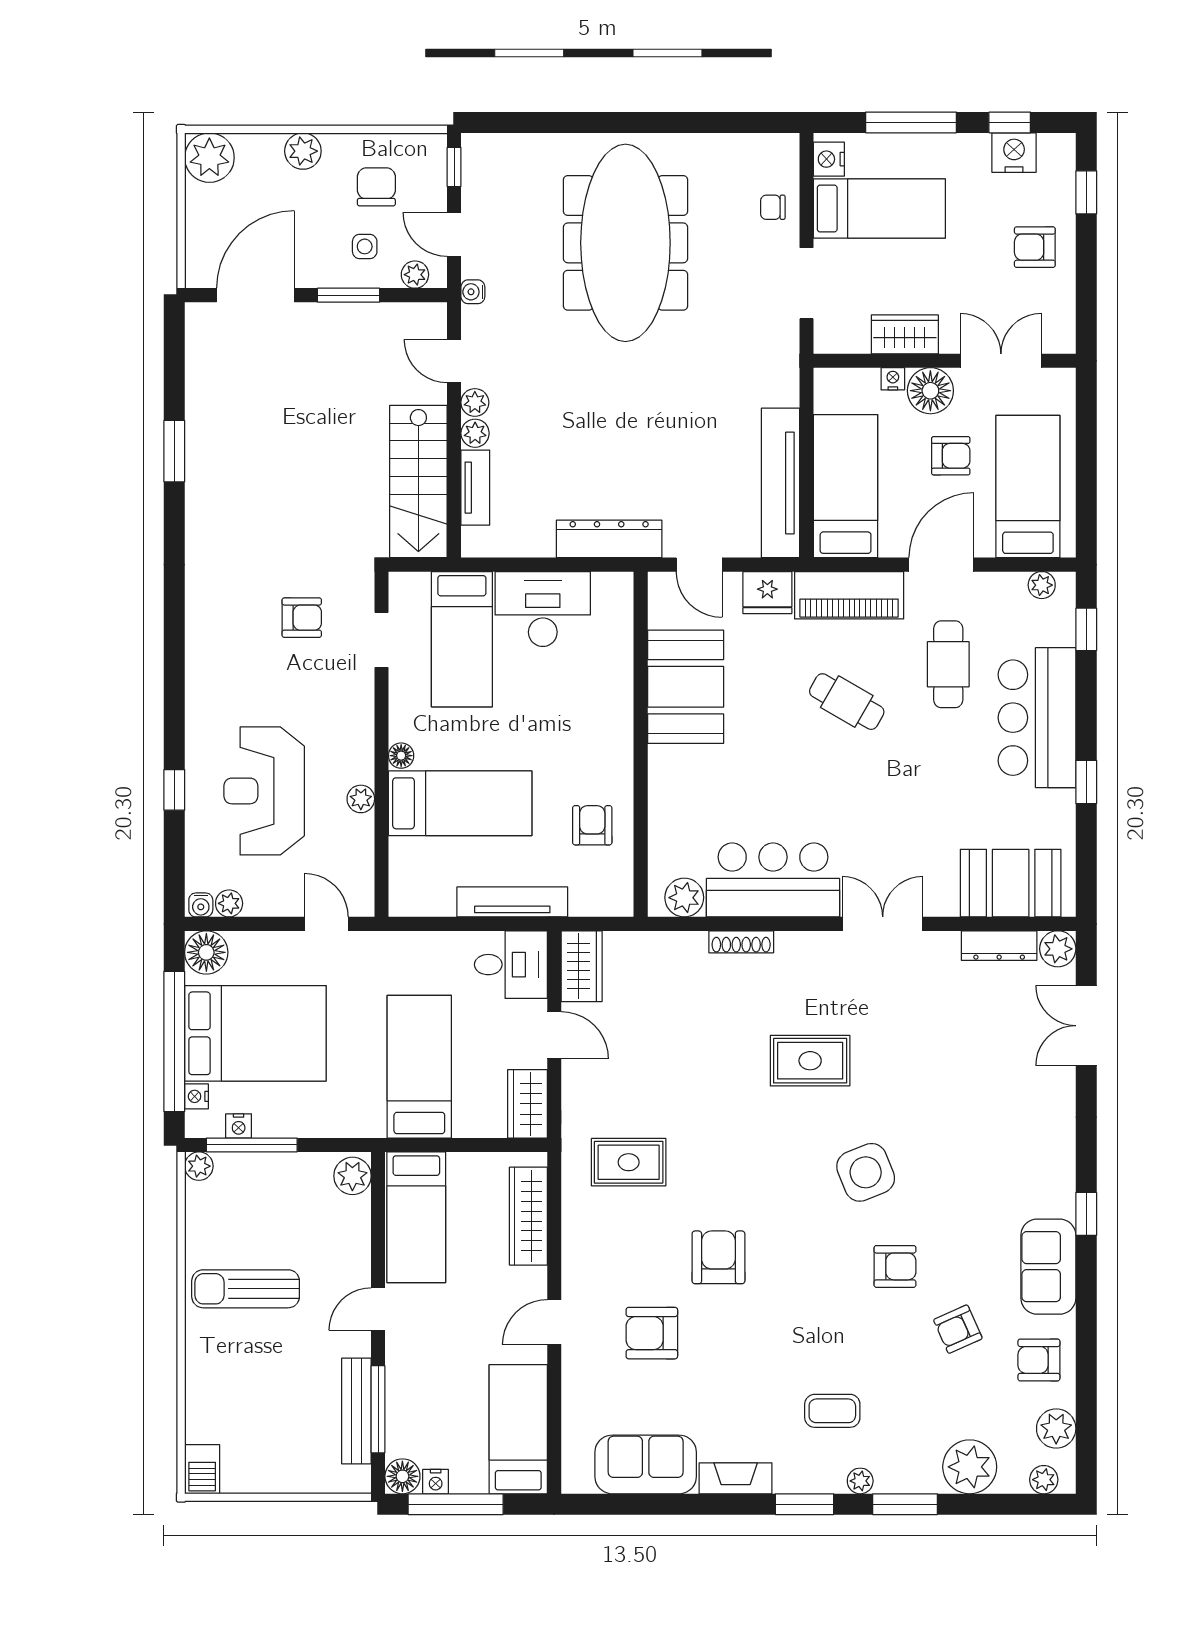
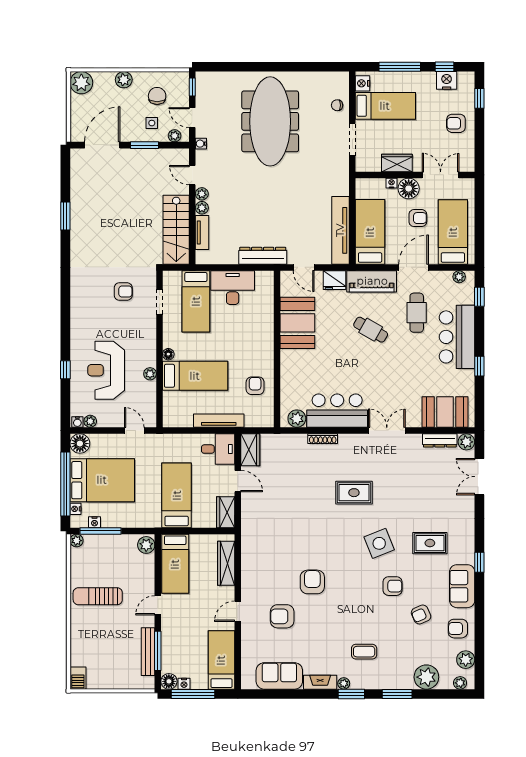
rug: (629, 1162) -> (430, 543), moved
plant: (860, 1481) -> (344, 683), moved

